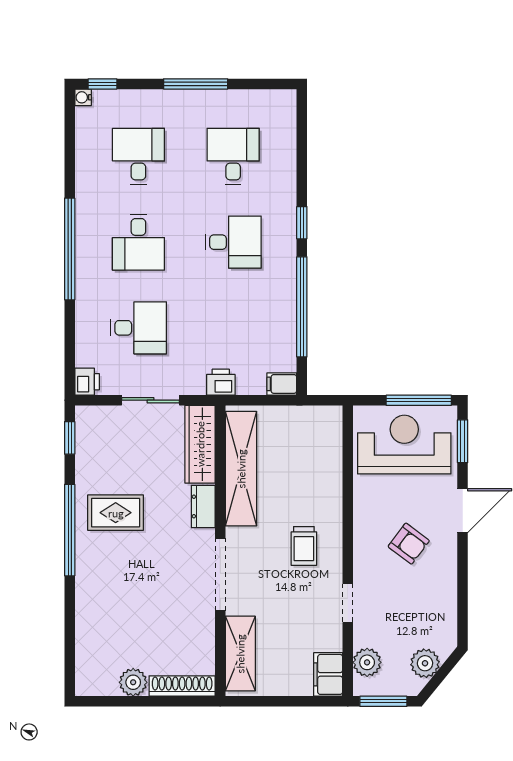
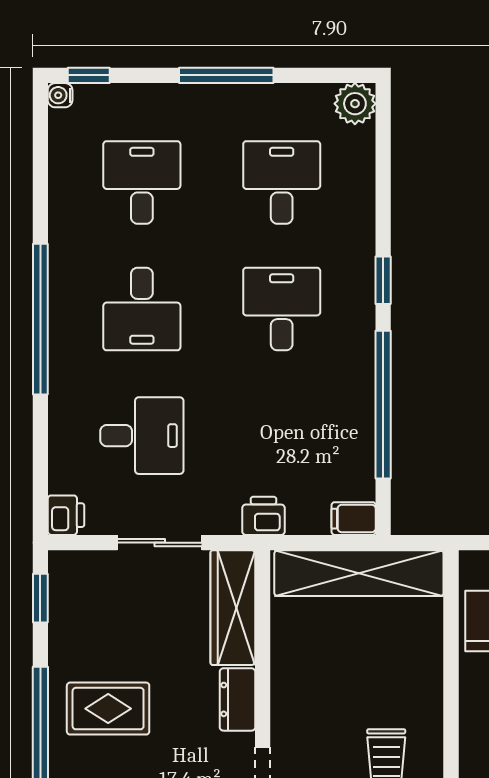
plant: (283, 103) -> (355, 104), added
desk: (233, 242) -> (282, 309), turned -90
shelving: (241, 469) -> (359, 573), moved, turned 90

